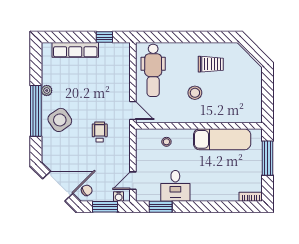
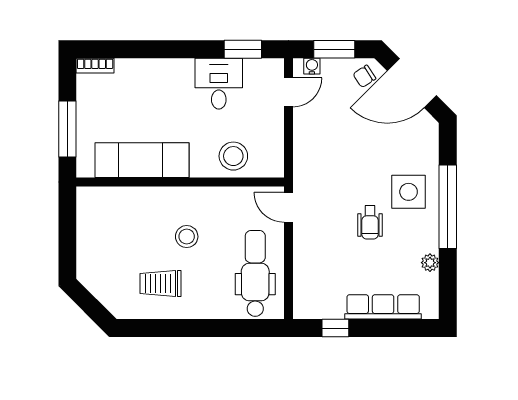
plant: (47, 90) -> (430, 263), moved
side table: (60, 120) -> (409, 192), turned 35
wheelchair: (100, 132) -> (370, 222), moved
stool: (166, 142) -> (233, 156), width x1.89, depth x1.89

